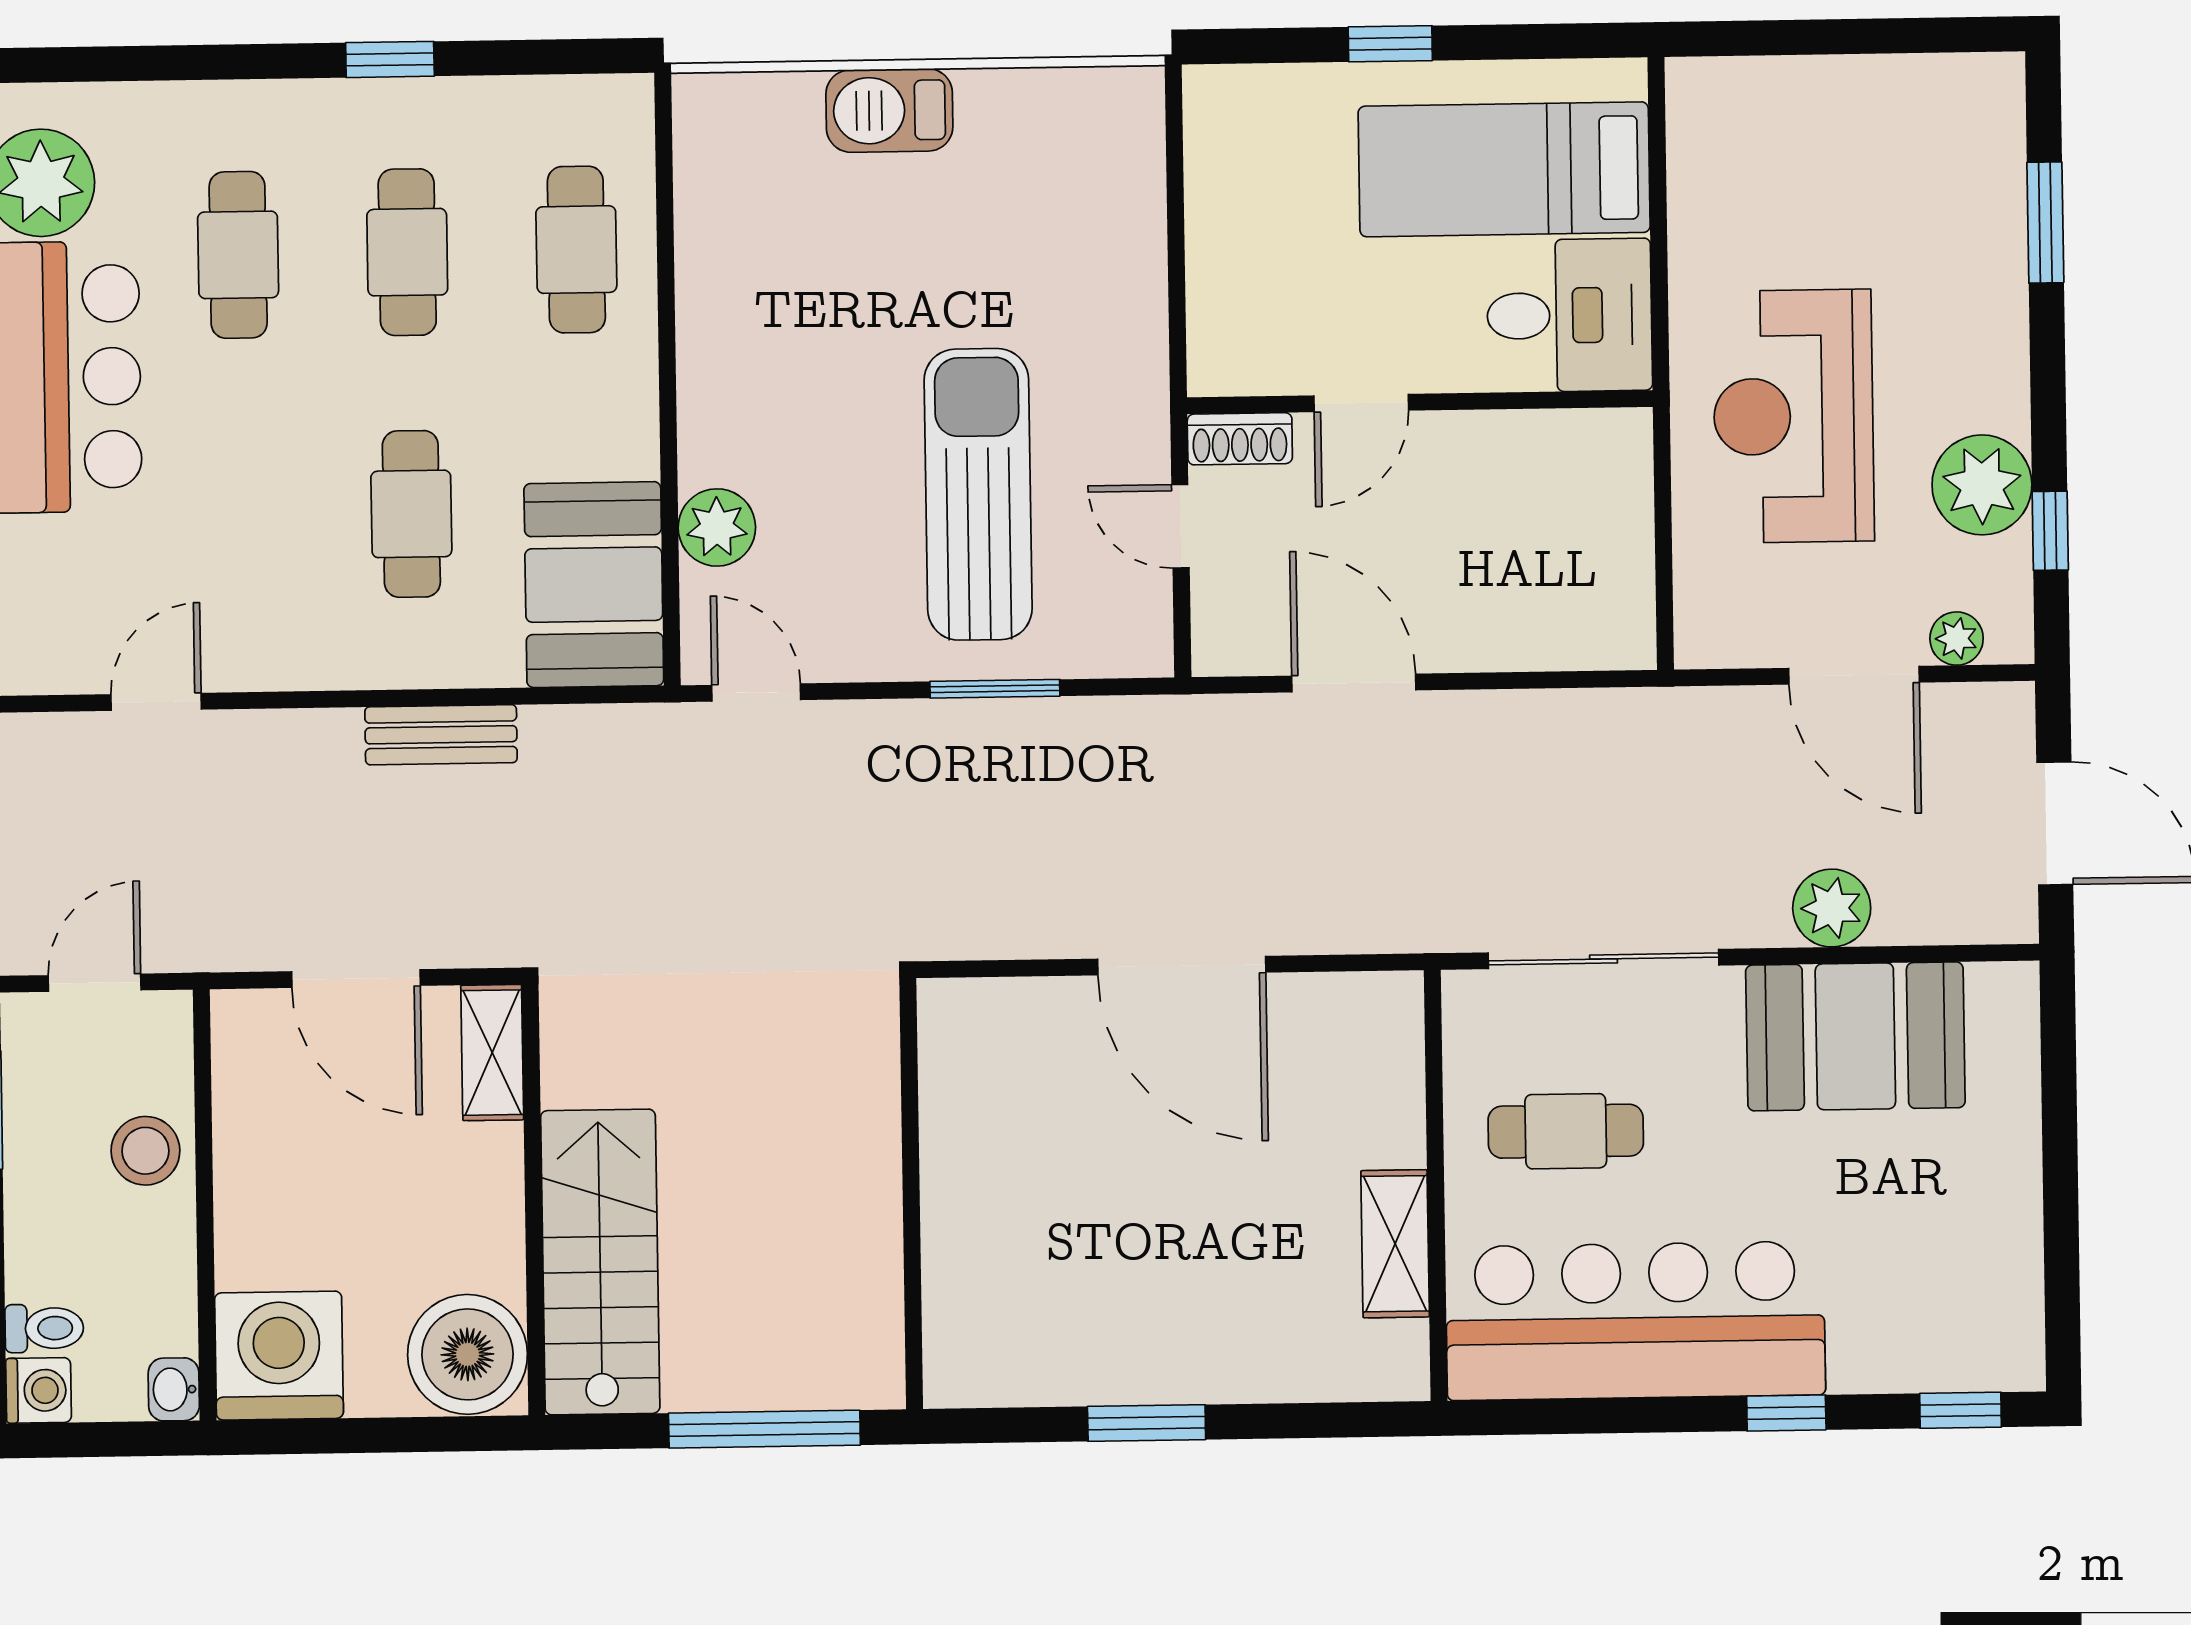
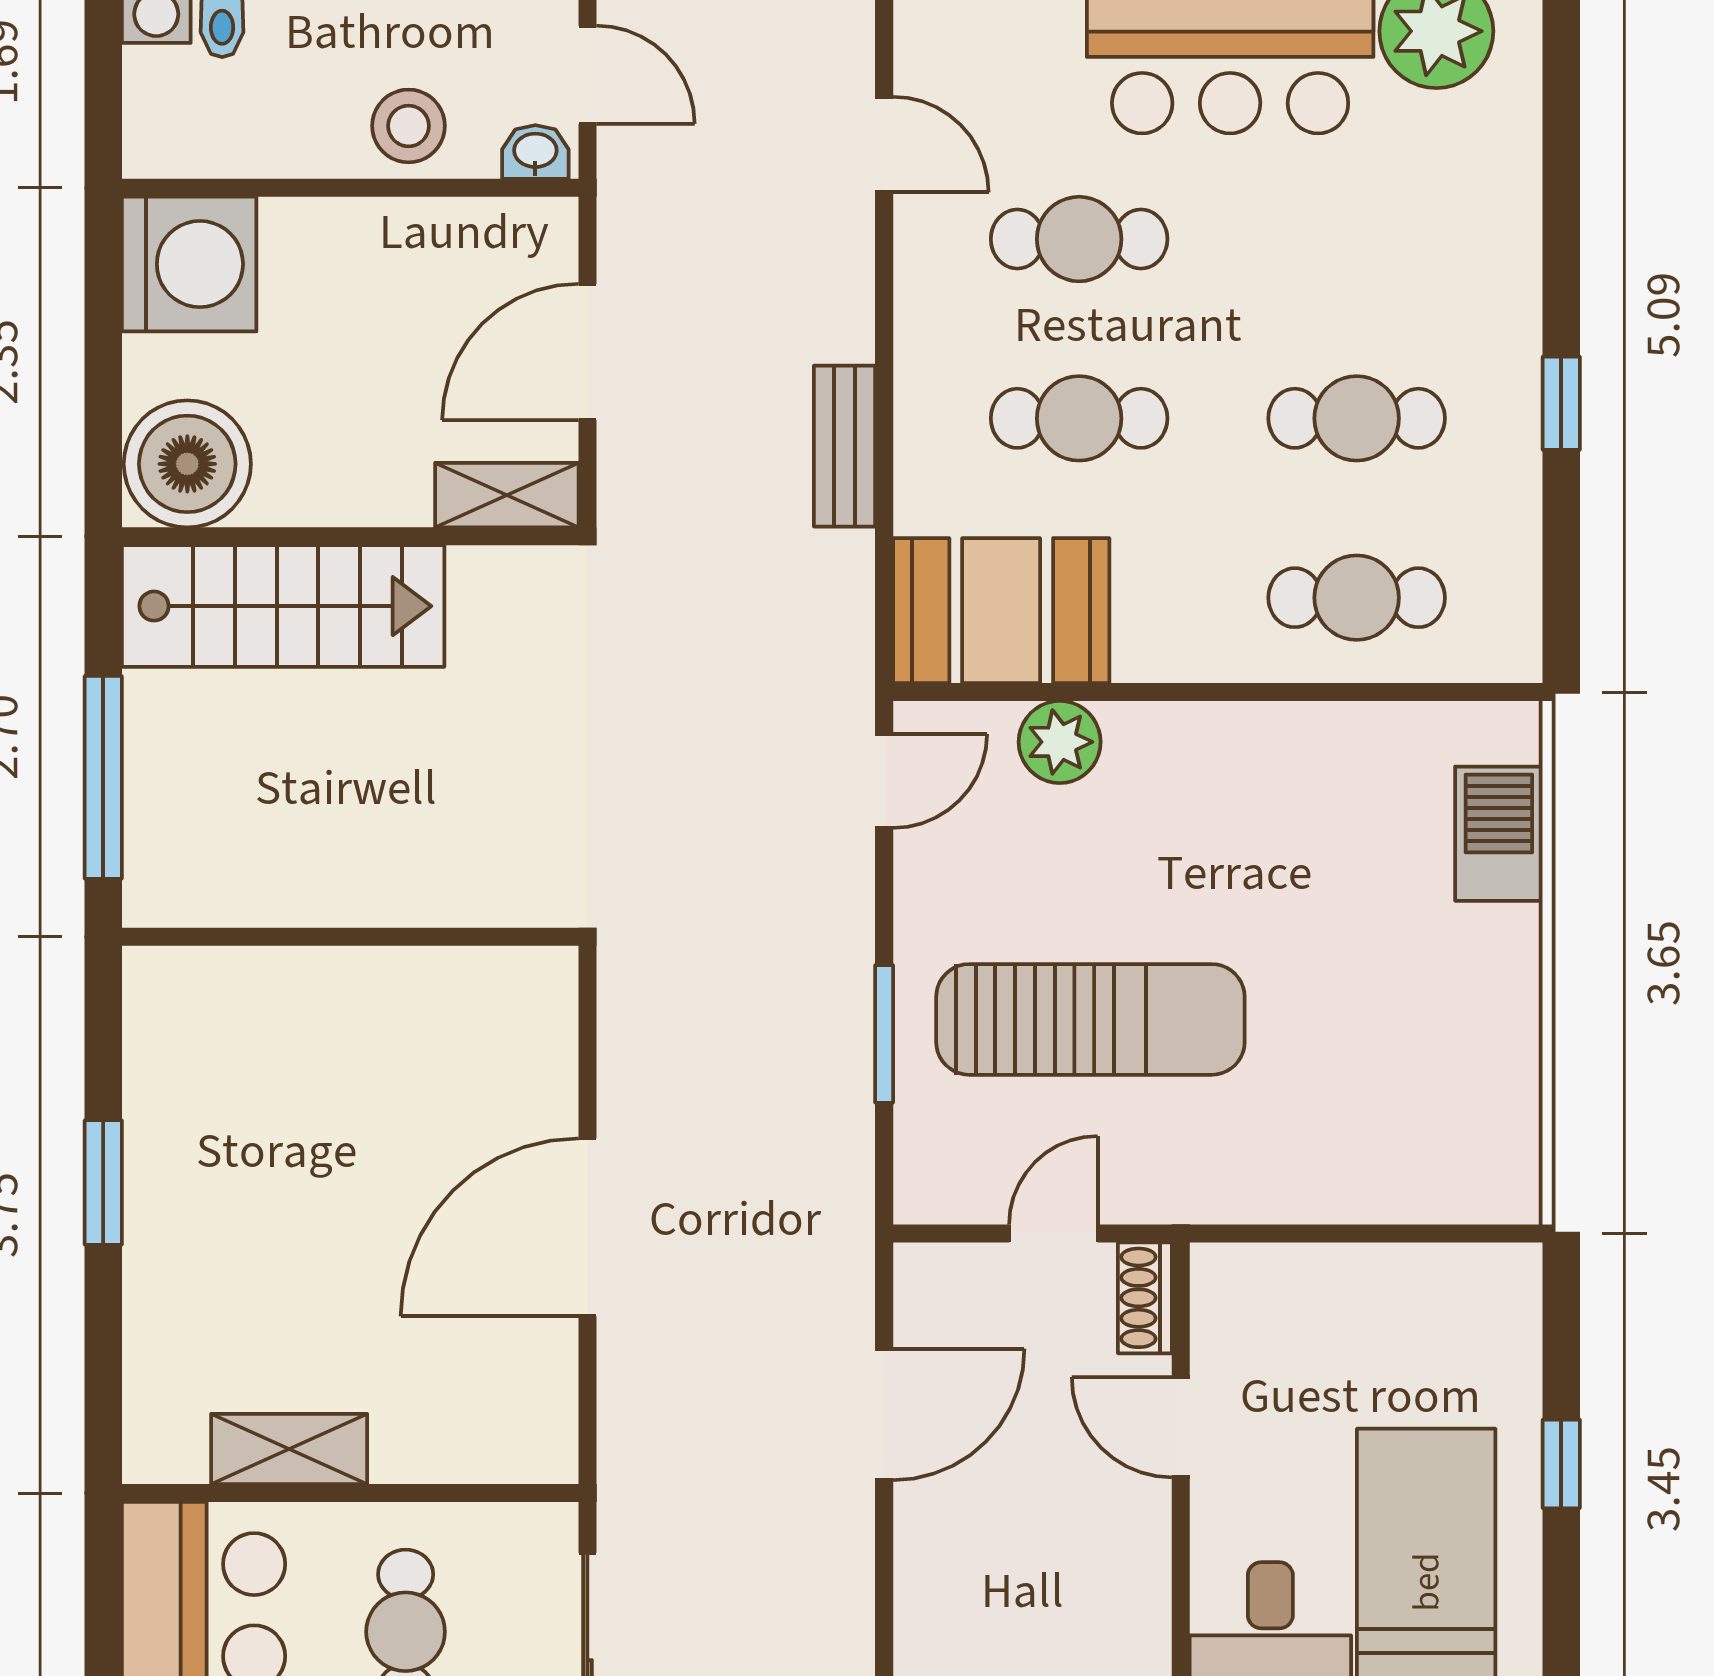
barbecue: (889, 110) -> (1499, 834), moved
cafe table: (238, 255) -> (1079, 239), moved
washbasin: (174, 1389) -> (535, 152), moved

